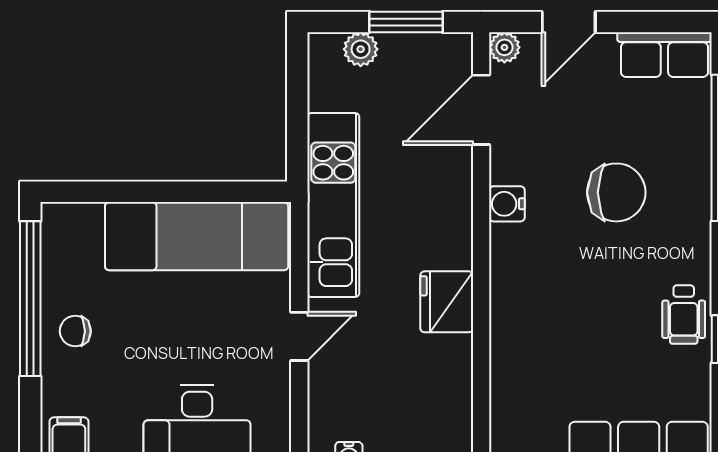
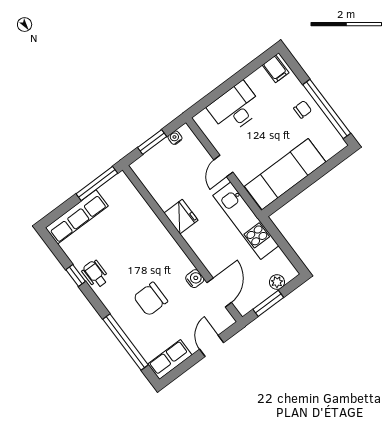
plant: (504, 47) -> (227, 320), removed
water cooler: (507, 204) -> (195, 279), moved

